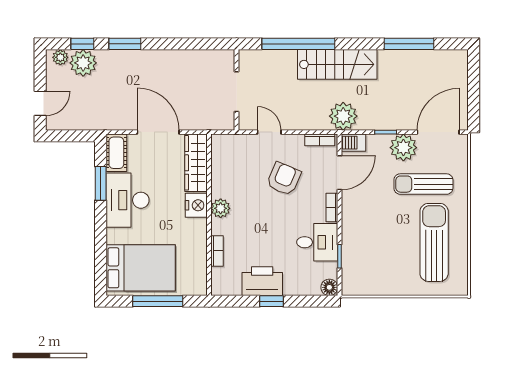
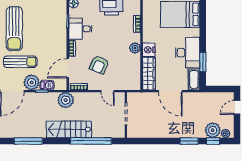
barbecue: (353, 143) -> (47, 85), moved

